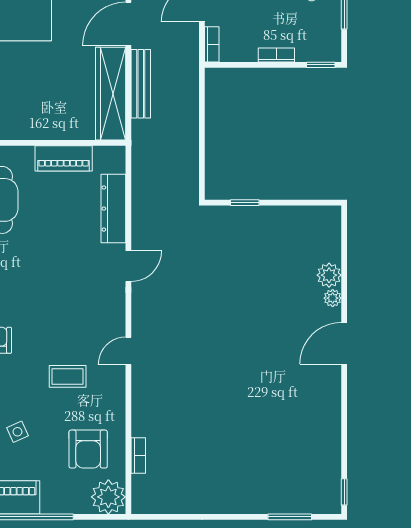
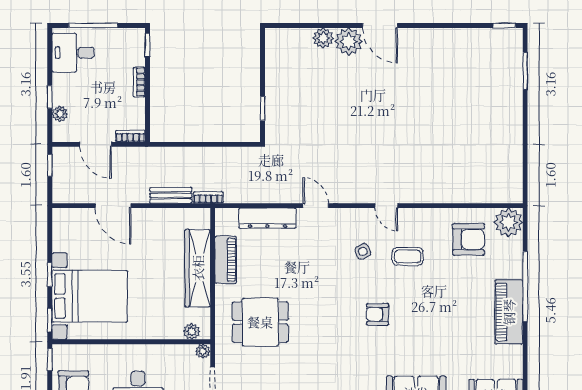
bench: (141, 84) -> (171, 195), width x0.73
wardrobe: (111, 94) -> (198, 268), moved, turned 90
plant: (333, 298) -> (349, 42), width x1.87, depth x1.87
coffee table: (68, 376) -> (408, 256), turned 90
side table: (17, 432) -> (363, 251), moved
bookcase: (138, 455) -> (208, 197), moved

